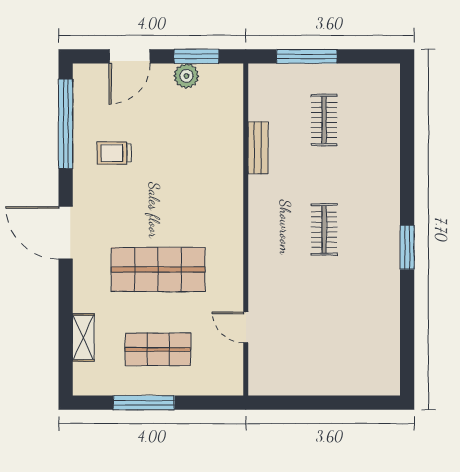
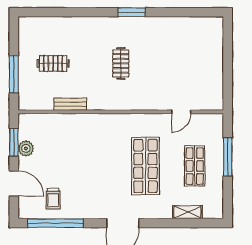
trolley: (114, 153) -> (53, 199), moved
clothes rail: (324, 230) -> (121, 63), turned 90
window: (144, 403) -> (228, 157), moved

